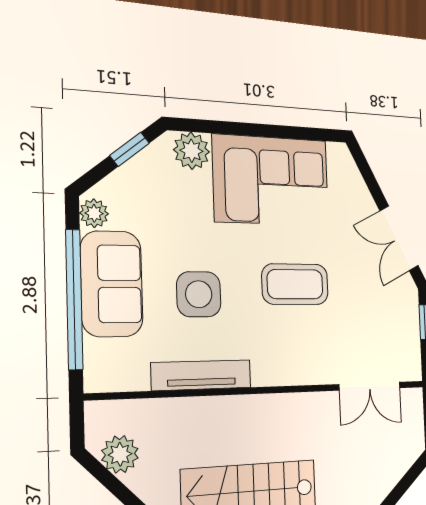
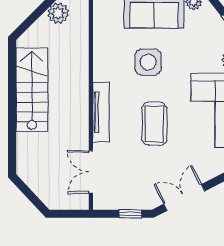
tv unit: (202, 375) -> (101, 112), moved

